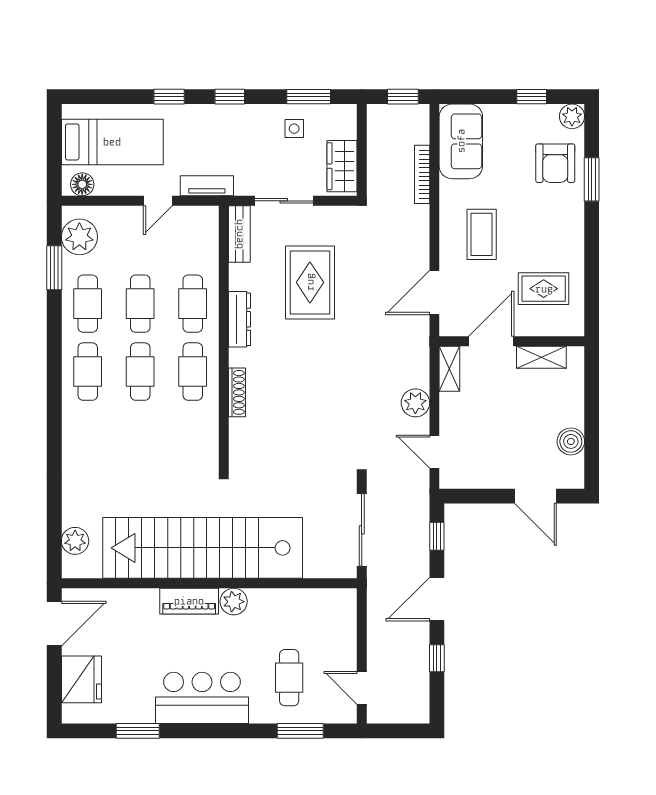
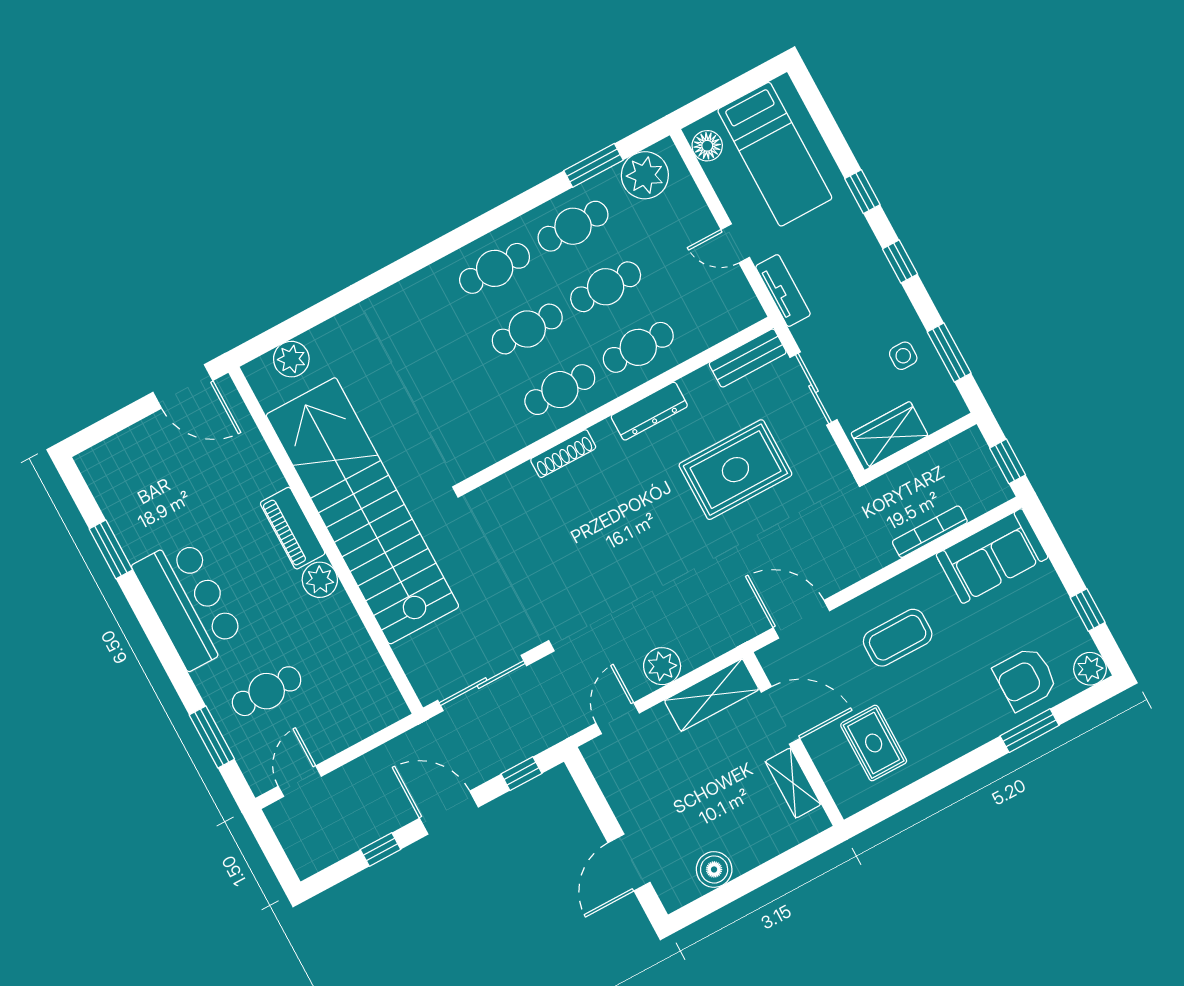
shelving: (449, 369) -> (712, 695), width x1.50, depth x1.33
fridge: (81, 679) -> (136, 452), removed

